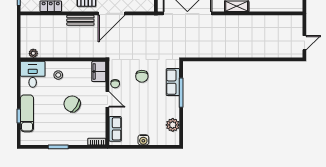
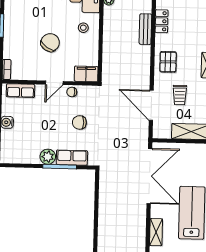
door: (112, 13) -> (151, 105), moved
bench: (80, 20) -> (145, 29), moved
plant: (173, 125) -> (48, 157), moved

